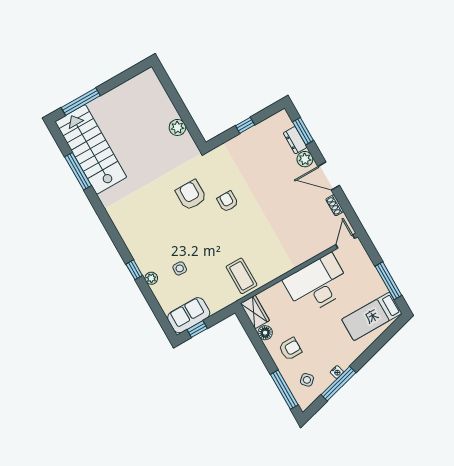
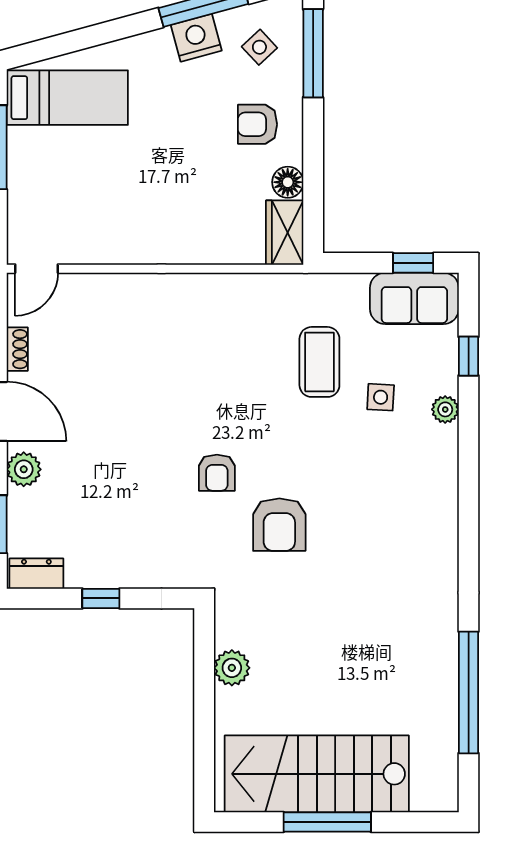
window: (81, 102) -> (327, 822), moved
dresser: (295, 140) -> (36, 574), moved, turned -90
stairs: (91, 149) -> (317, 774), moved, turned 90
window: (78, 171) -> (469, 692), width x1.46
window: (134, 270) -> (469, 356), moved
coffee table: (242, 276) -> (319, 362), moved
desk: (317, 284) -> (136, 218), removed
nightstand: (337, 372) -> (196, 38), width x1.89, depth x1.79

